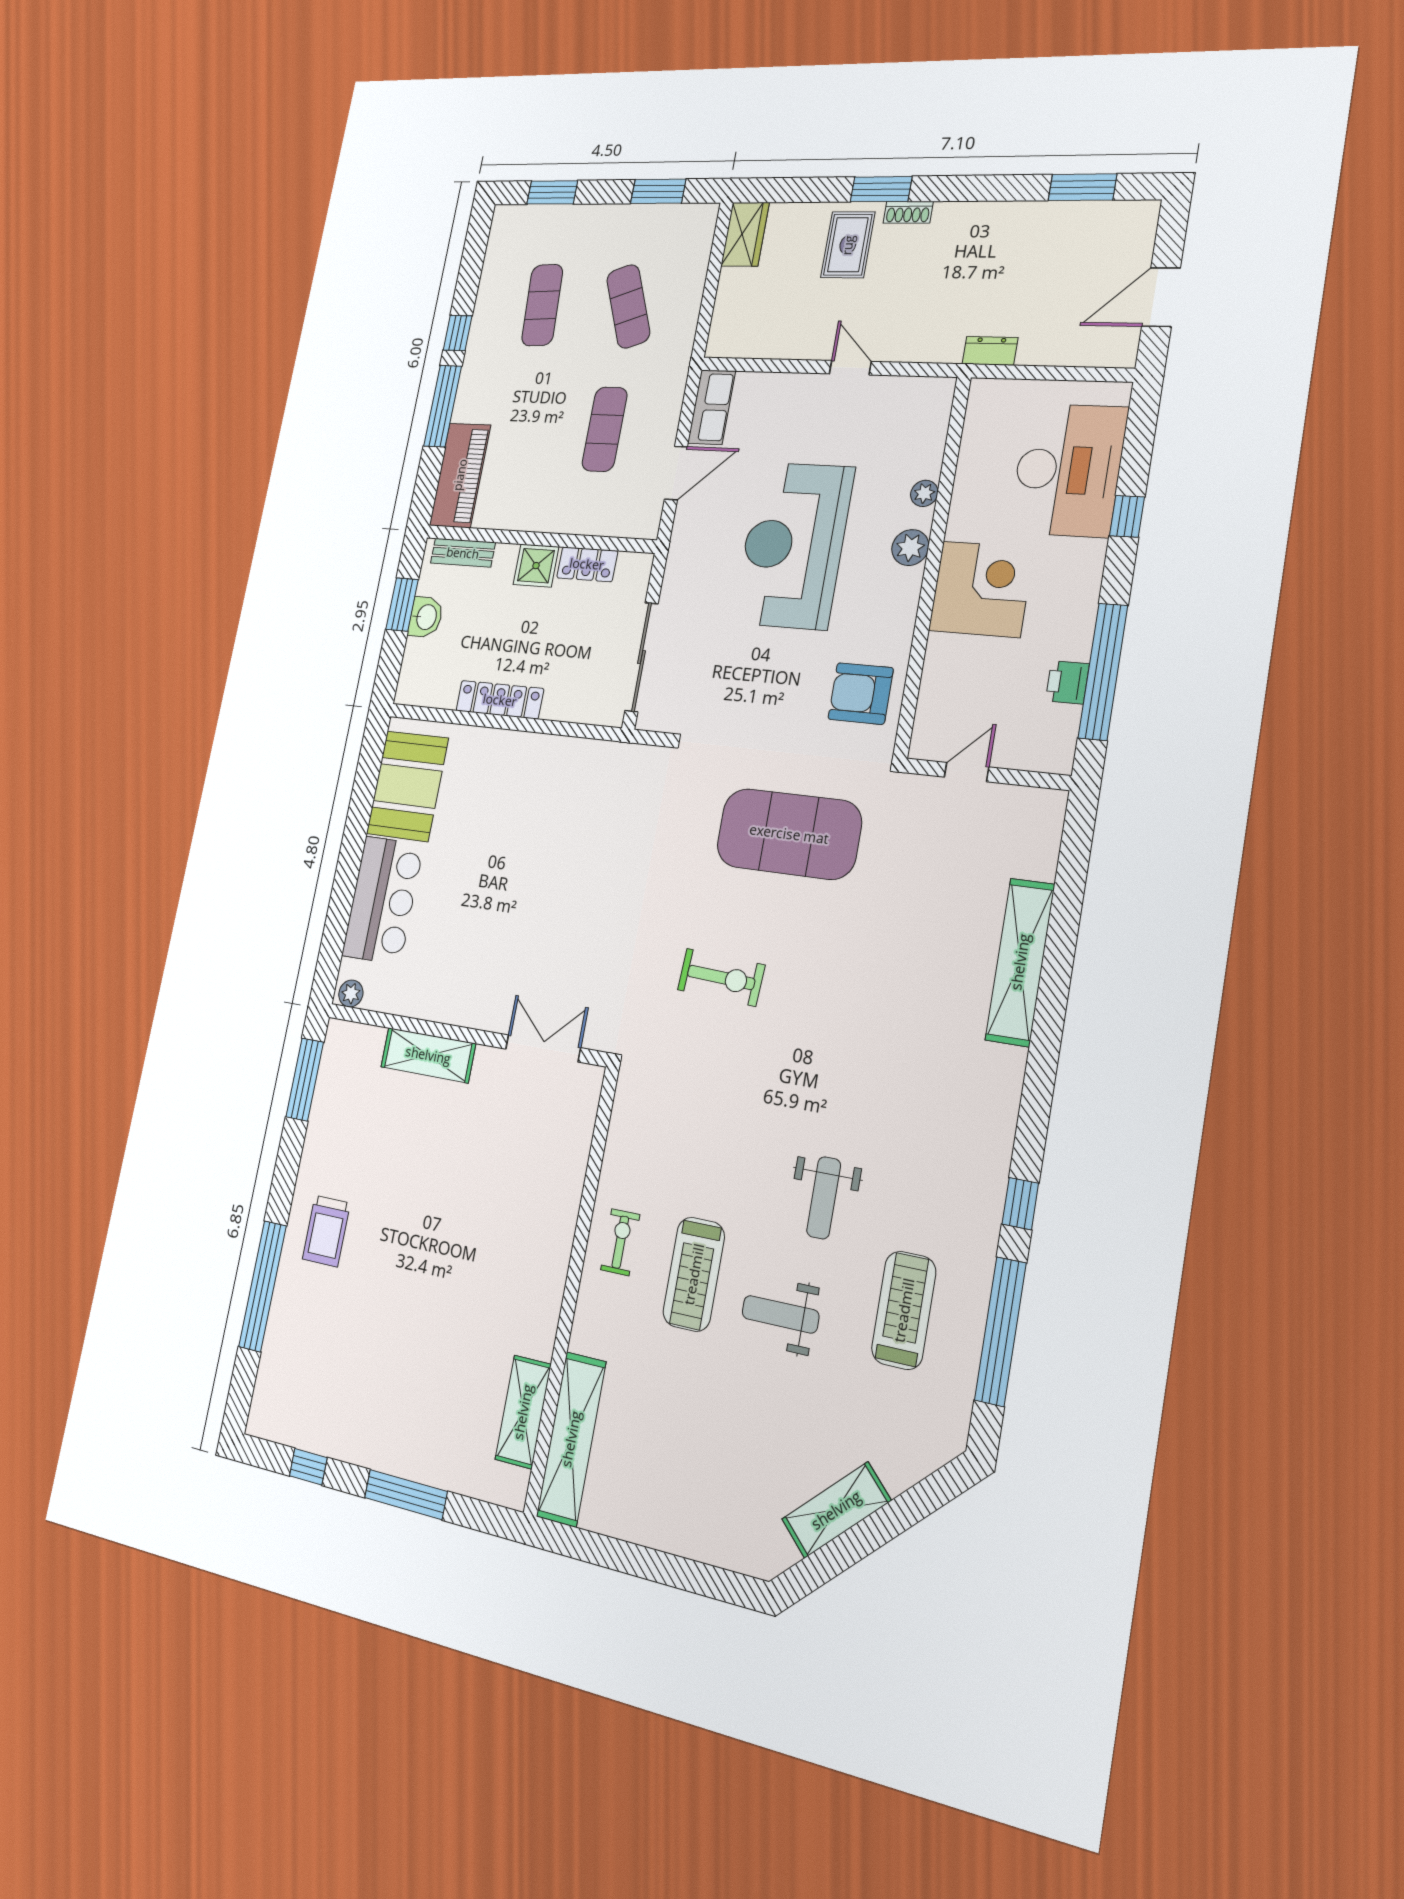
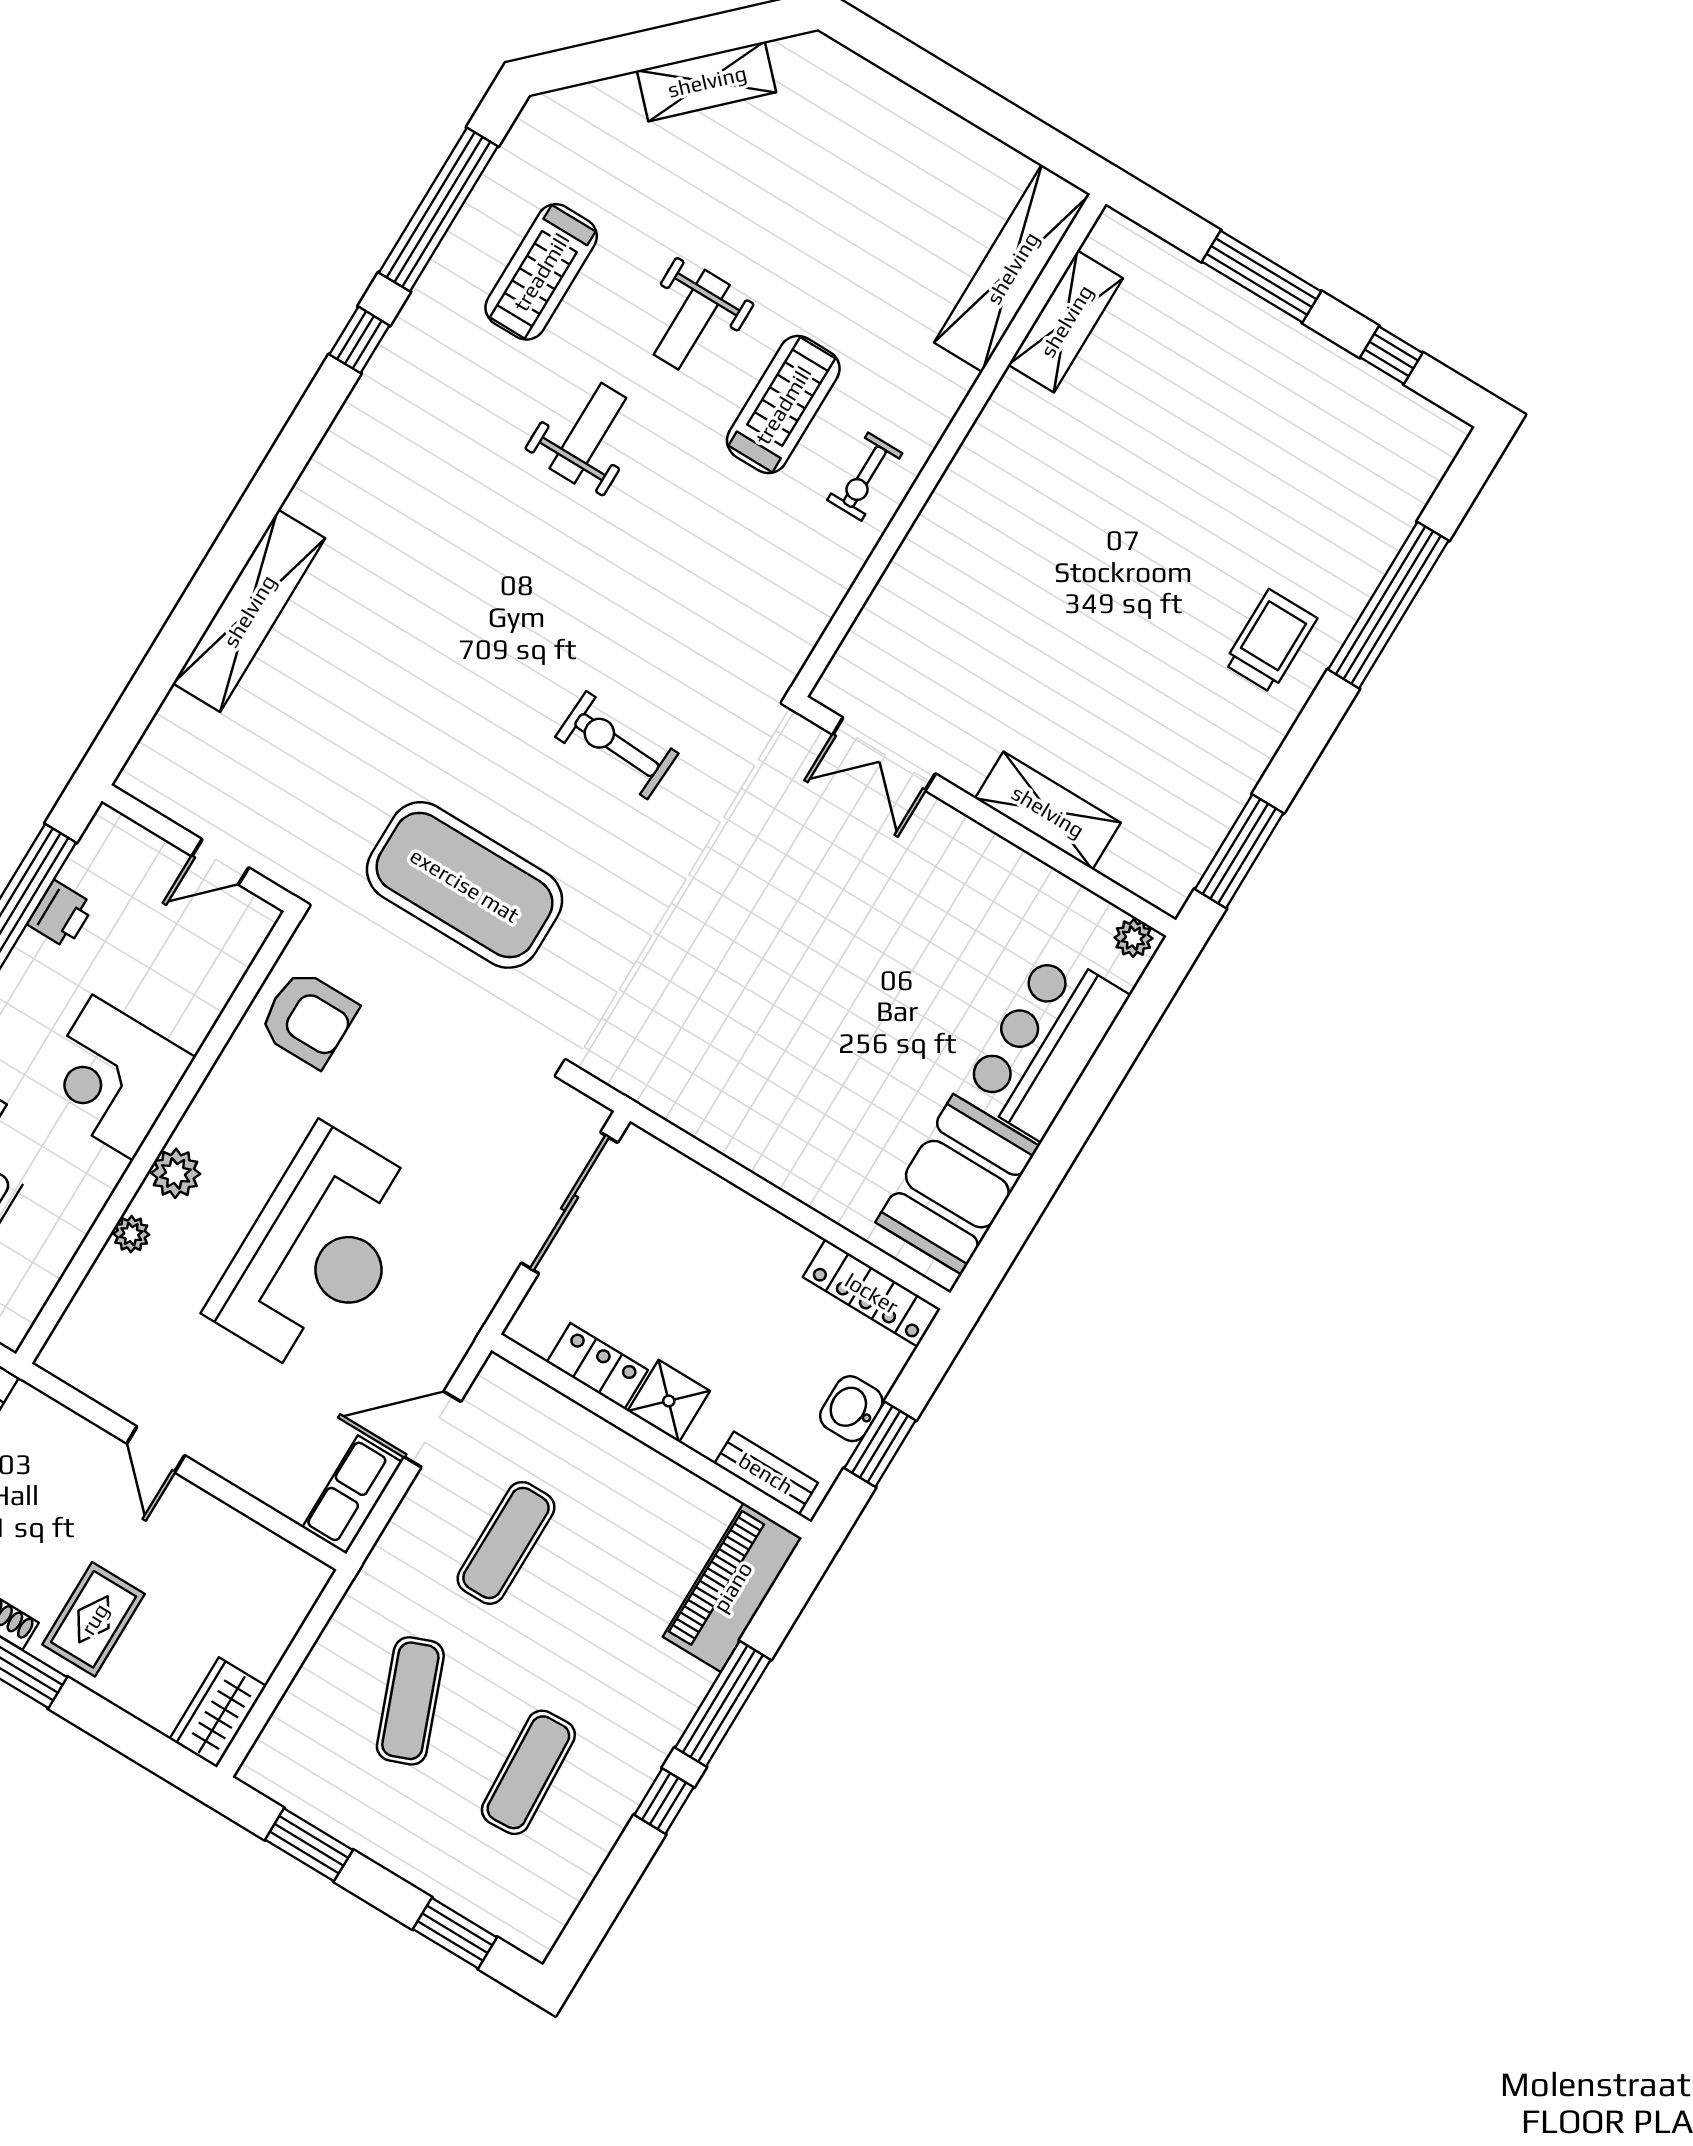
locker: (500, 700) -> (872, 1293), moved
weight bench: (780, 1314) -> (692, 320), turned 90

